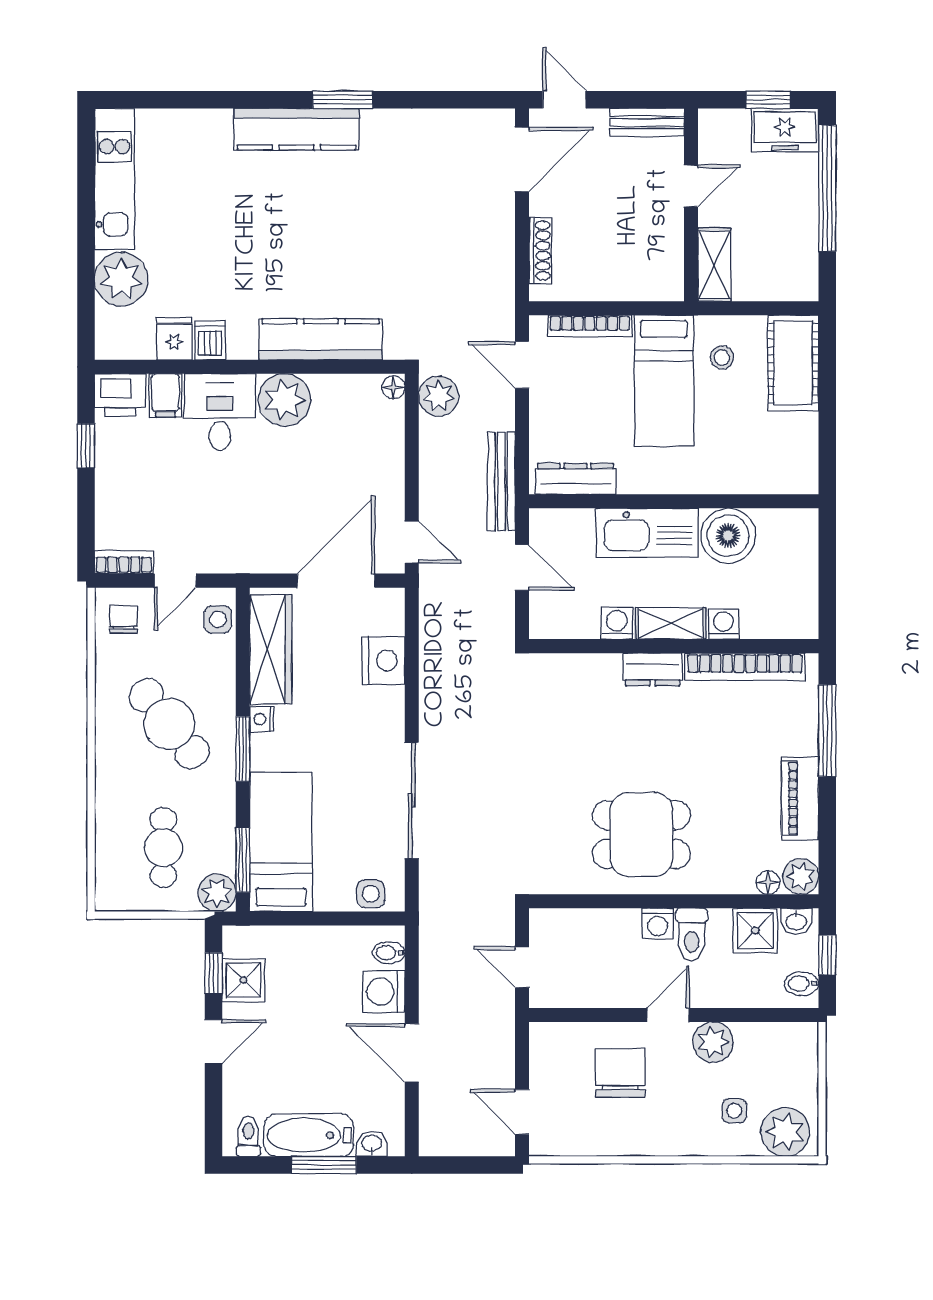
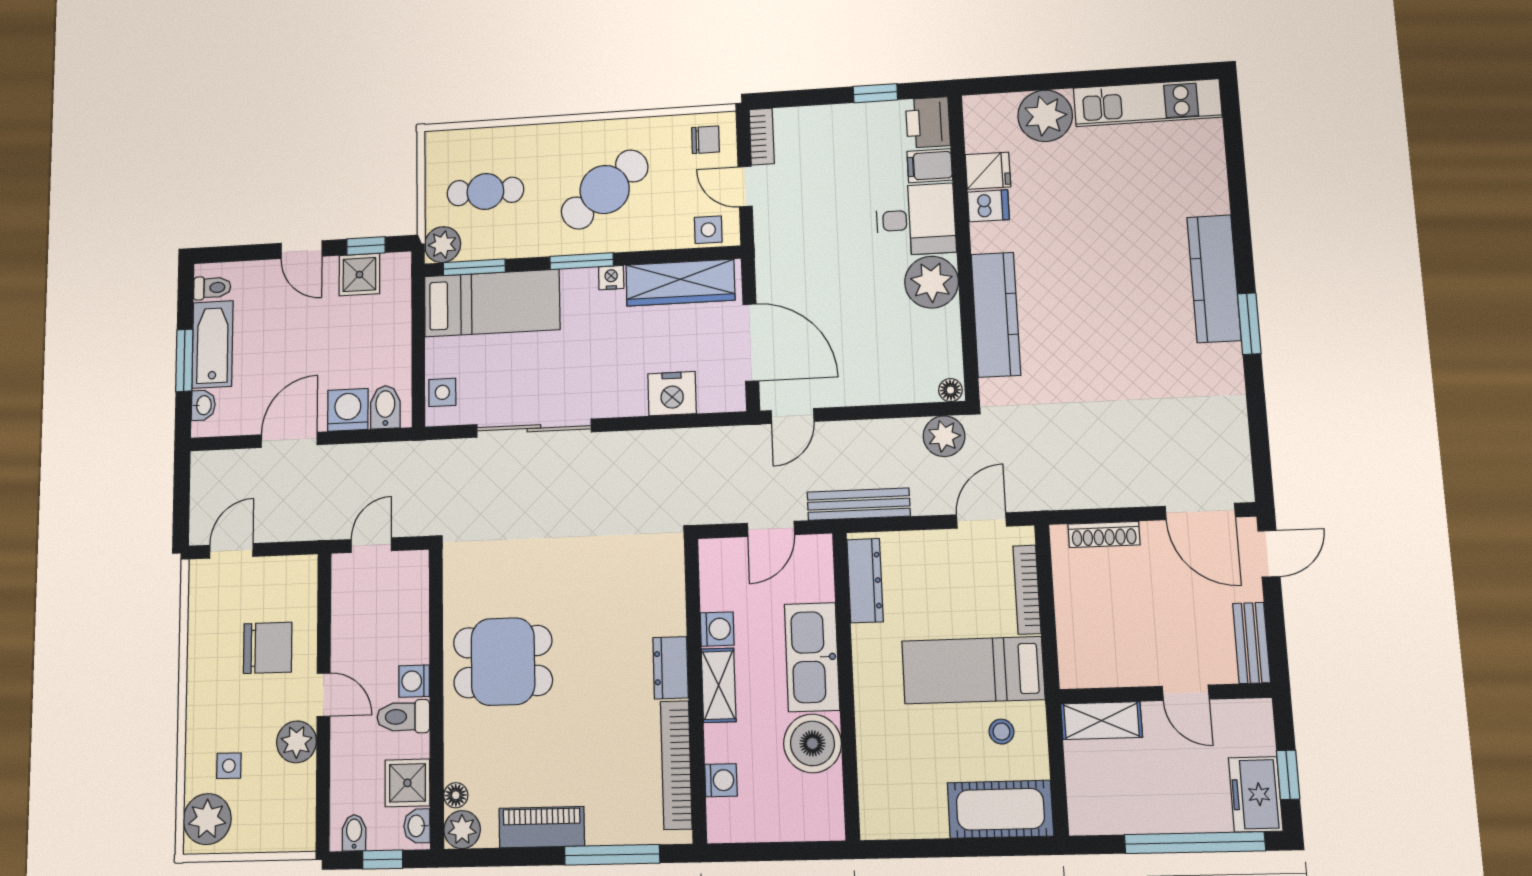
washing machine: (724, 624) -> (721, 780), moved
dining table: (641, 835) -> (503, 662), turned 90
bidet: (389, 953) -> (385, 407), width x1.38, depth x1.36

